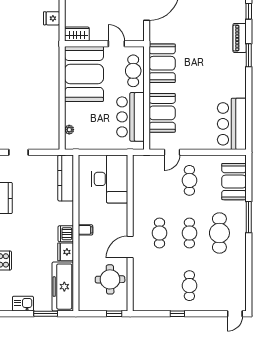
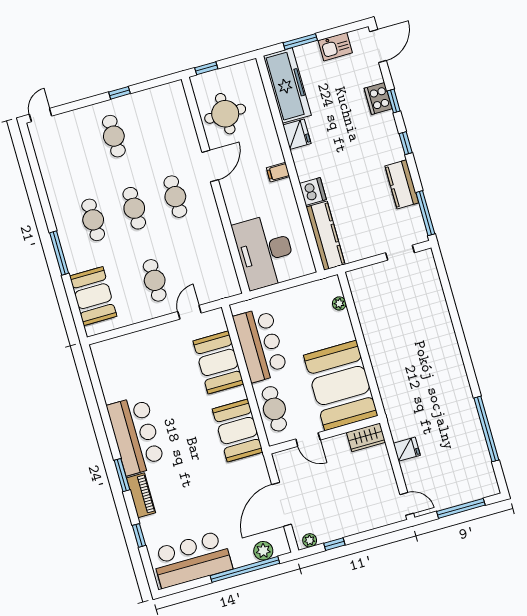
bar counter: (232, 124) -> (136, 435), moved
cafe table: (219, 233) -> (93, 220), width x0.73, depth x0.74
dishwasher: (66, 234) -> (313, 191), moved

